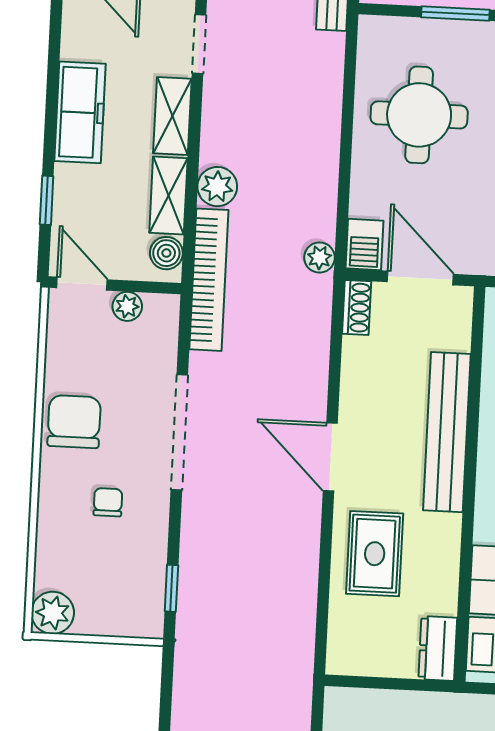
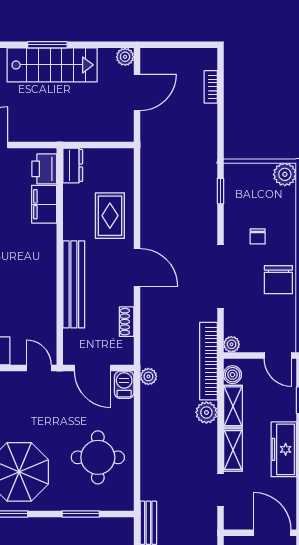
plant: (127, 306) -> (232, 344), moved
shoe rack: (357, 308) -> (127, 322), moved

